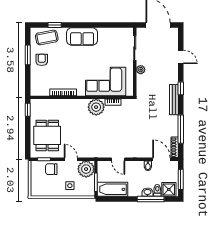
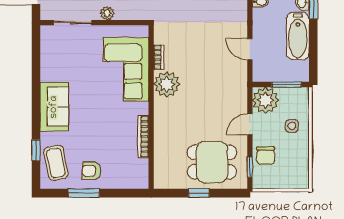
window: (28, 110) -> (199, 193), moved
door: (118, 159) -> (250, 49), swing flipped
bathtub: (113, 189) -> (298, 36), moved

